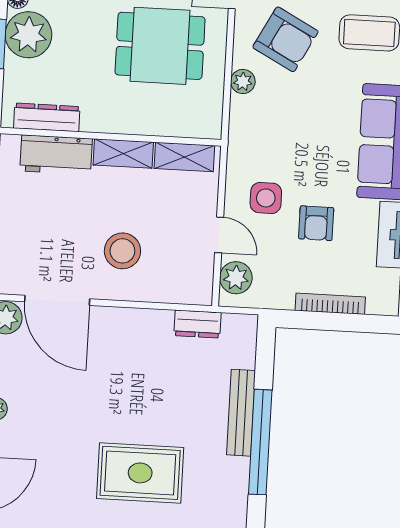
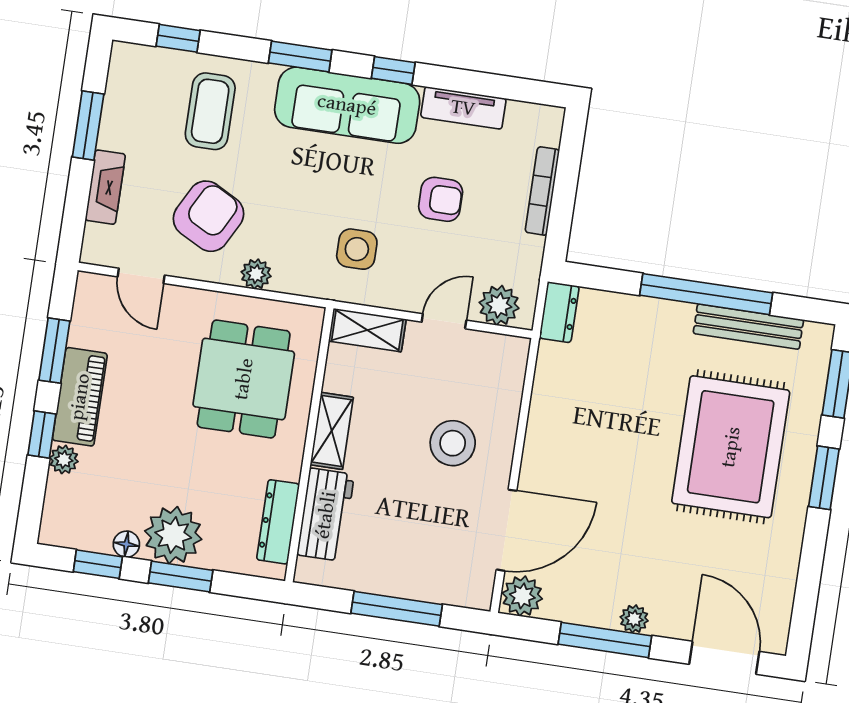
dining table: (160, 46) -> (244, 379), moved
shelving: (184, 157) -> (367, 330), moved, turned 90
side table: (266, 198) -> (357, 249), moved
dresser: (198, 324) -> (559, 312), moved
bench: (241, 413) -> (748, 327), moved
rug: (140, 473) -> (731, 447), width x1.37, depth x1.44

